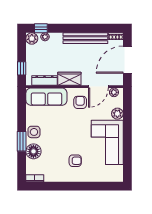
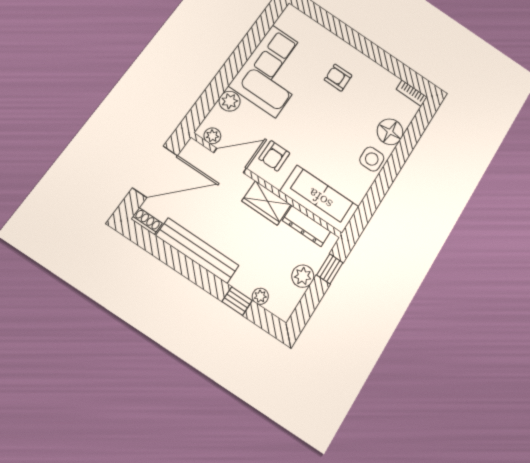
window: (41, 28) -> (237, 301), moved
plant: (32, 38) -> (303, 276), moved
window: (22, 141) -> (398, 158), removed

